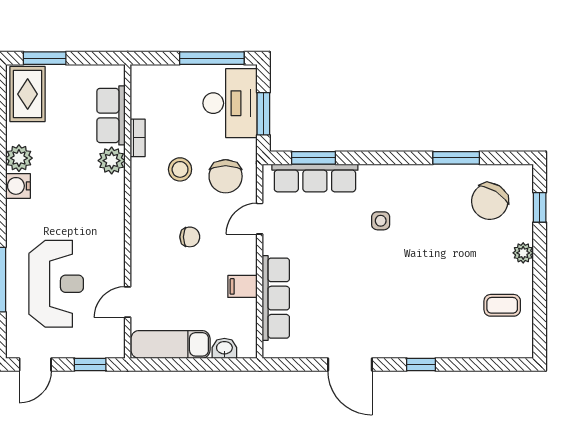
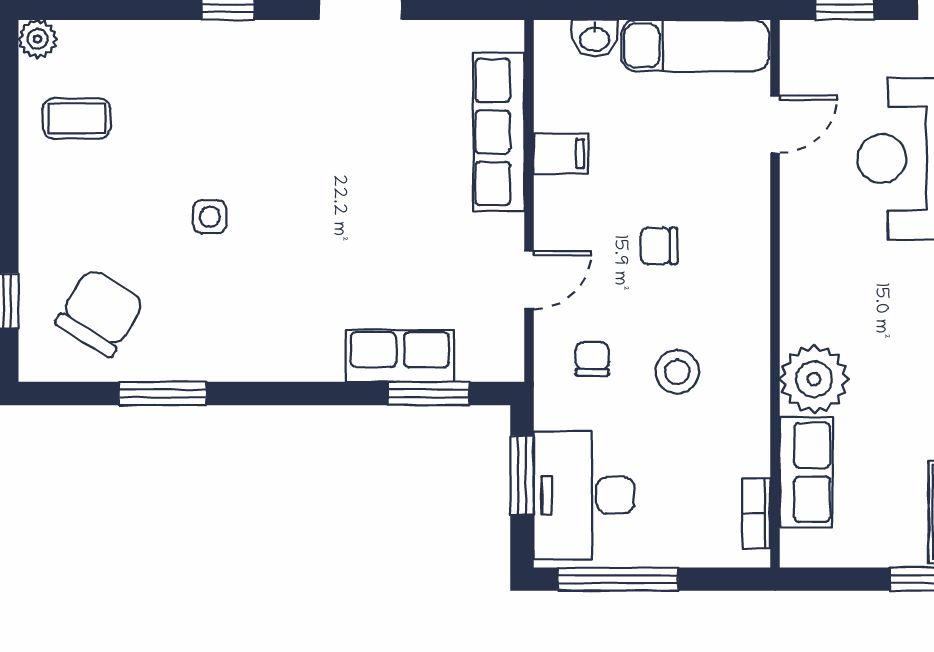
bookcase: (138, 138) -> (756, 513), moved
plant: (112, 161) -> (814, 379), width x1.36, depth x1.36
chair: (226, 176) -> (592, 359), width x0.54, depth x0.54
row of seats: (315, 178) -> (400, 356), width x0.68
side table: (381, 221) -> (210, 217), moved
plant: (523, 253) -> (38, 39), moved

